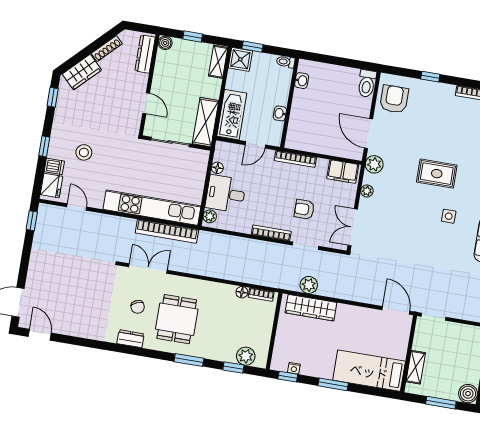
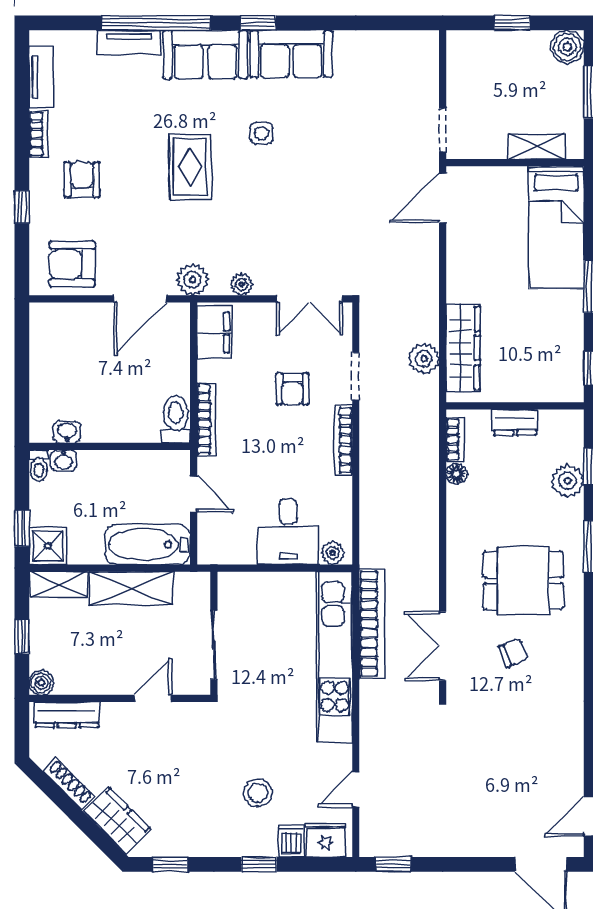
toilet: (367, 84) -> (176, 419), moved, turned -90
armchair: (440, 112) -> (82, 180), added
washbasin: (280, 113) -> (64, 460), moved
shelving: (206, 122) -> (131, 588), moved
floor lamp: (217, 168) -> (245, 554), removed
dresser: (130, 339) -> (515, 422), moved, turned -90
plant: (246, 356) -> (568, 481), moved
nightstand: (294, 368) -> (575, 360), removed

